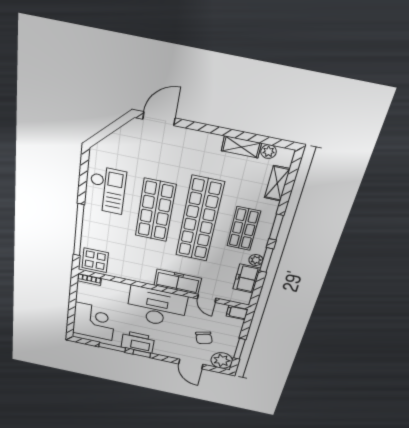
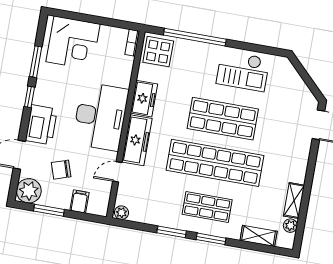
plant: (256, 260) -> (121, 213), moved
freezer: (246, 279) -> (144, 99), moved, turned 90
filing cabinet: (237, 313) -> (79, 202), moved
printer: (138, 342) -> (41, 125), moved

